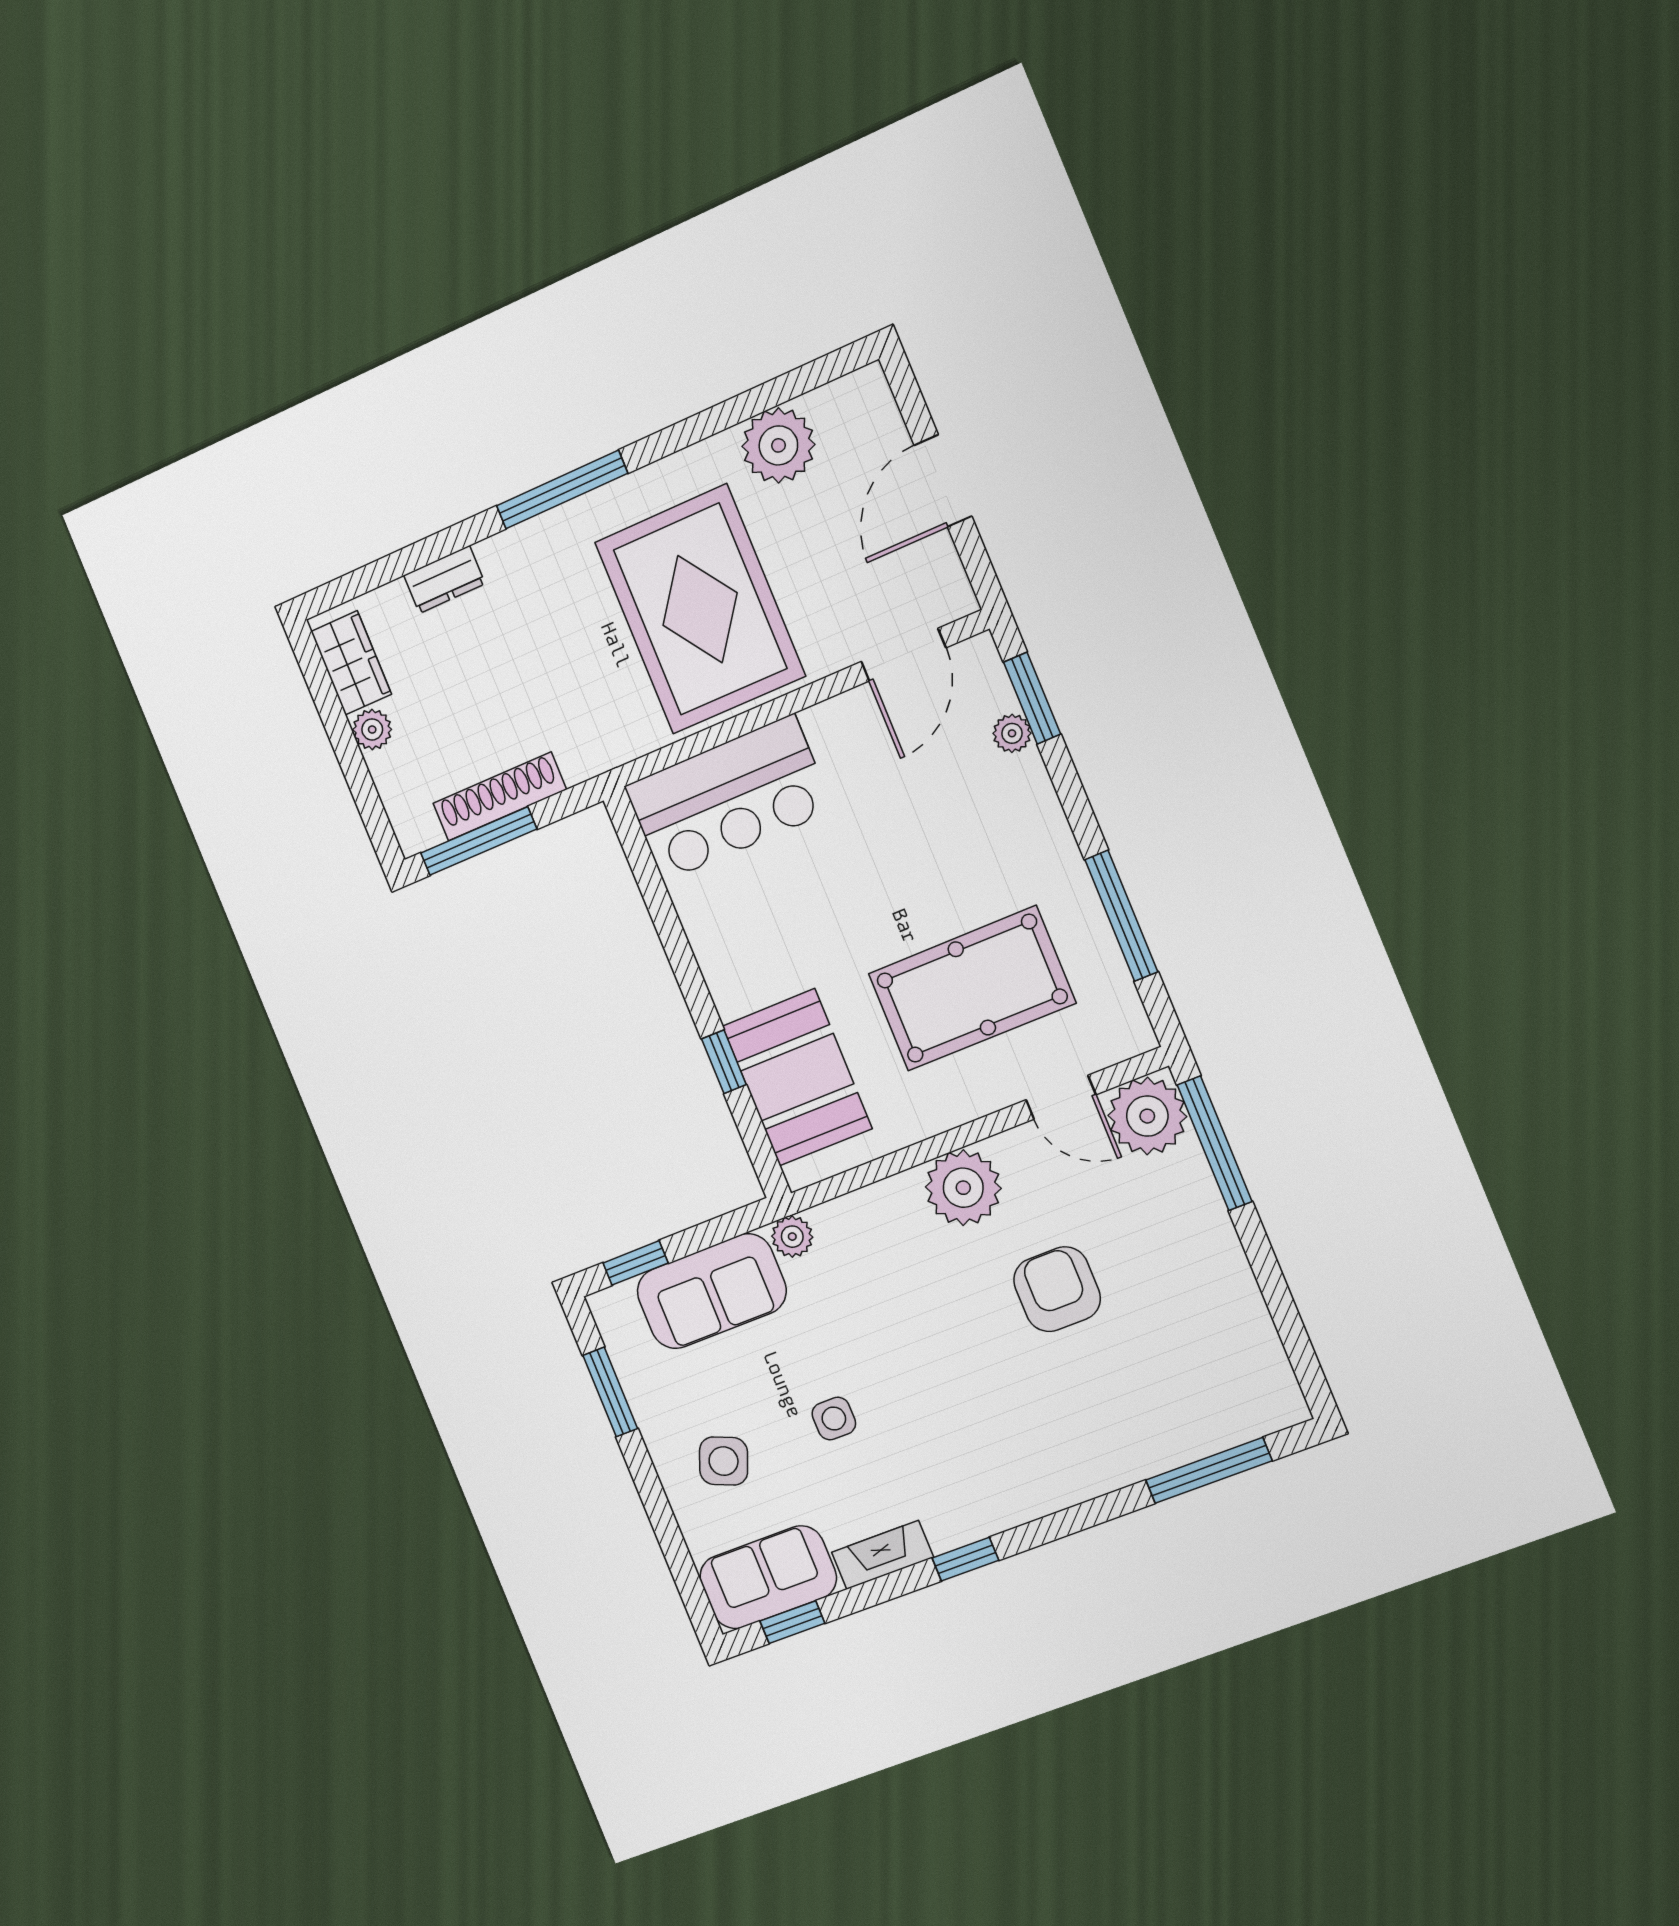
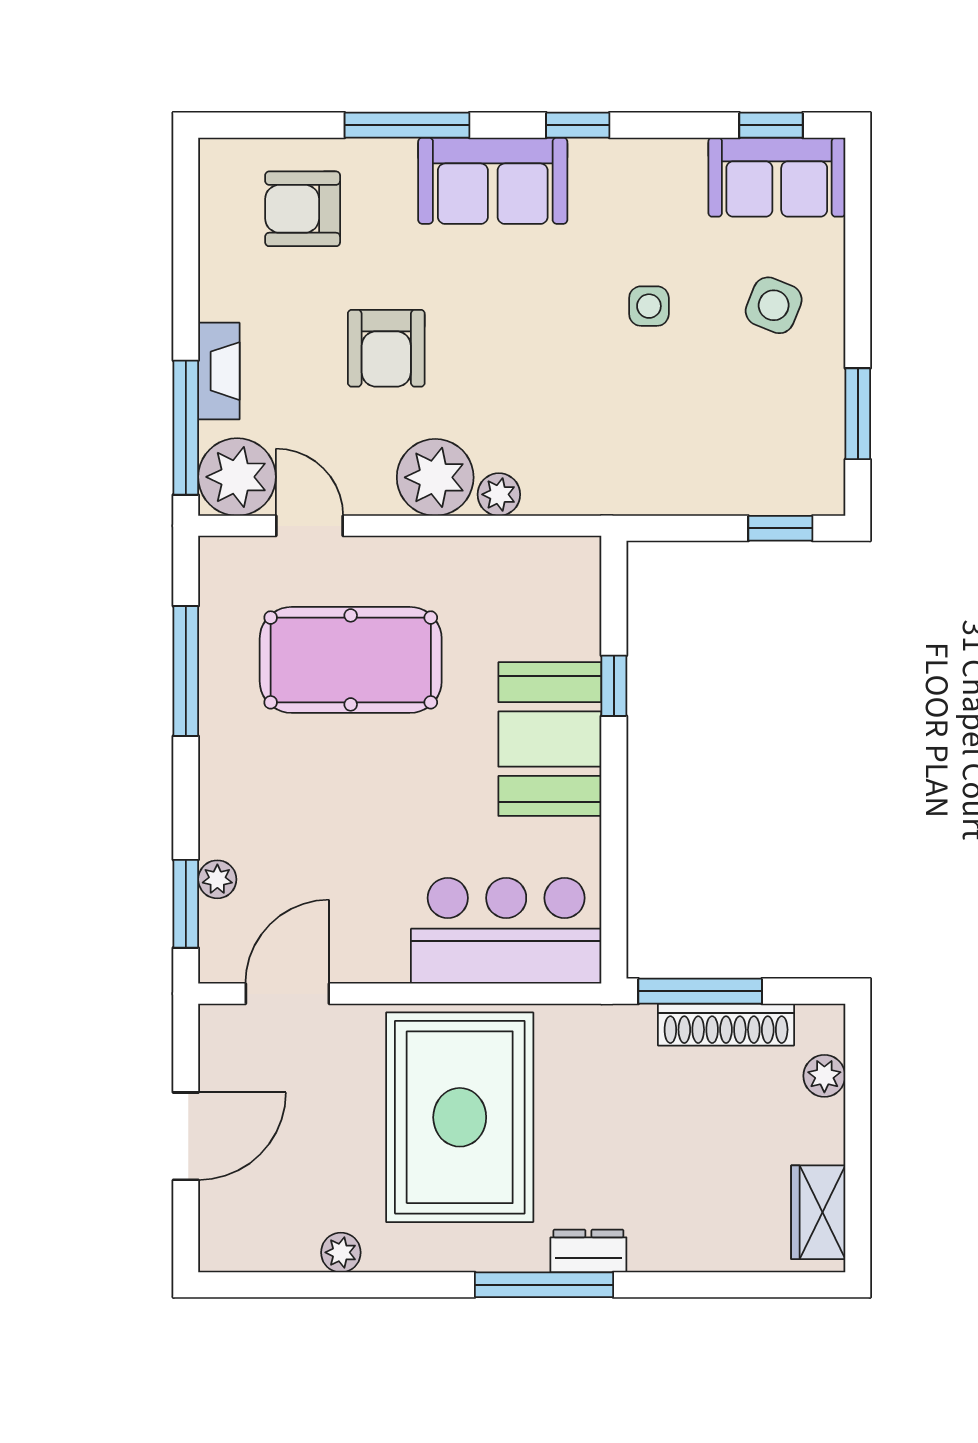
plant: (778, 445) -> (341, 1252), width x0.53, depth x0.53
dresser: (444, 579) -> (588, 1251), moved
plant: (372, 729) -> (824, 1076), moved
window: (479, 841) -> (700, 991), moved
booth: (797, 1077) -> (550, 739), moved
plant: (792, 1237) -> (499, 494), moved
sofa: (712, 1291) -> (493, 181), moved, turned 180
armchair: (1188, 1389) -> (303, 209), added
window: (1209, 1470) -> (407, 125), moved
fireplace: (883, 1555) -> (219, 371), moved, turned -90

